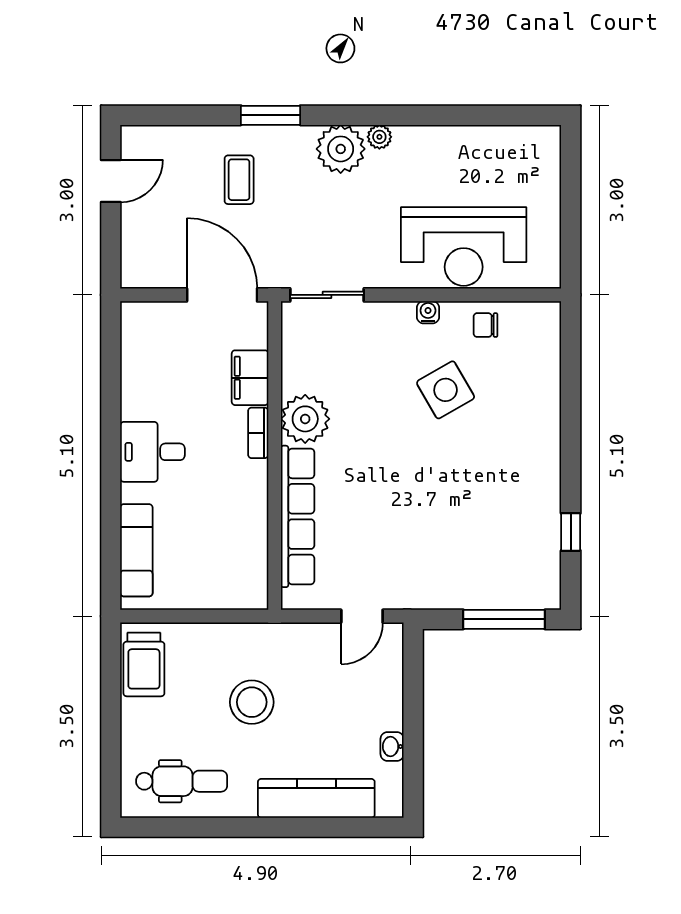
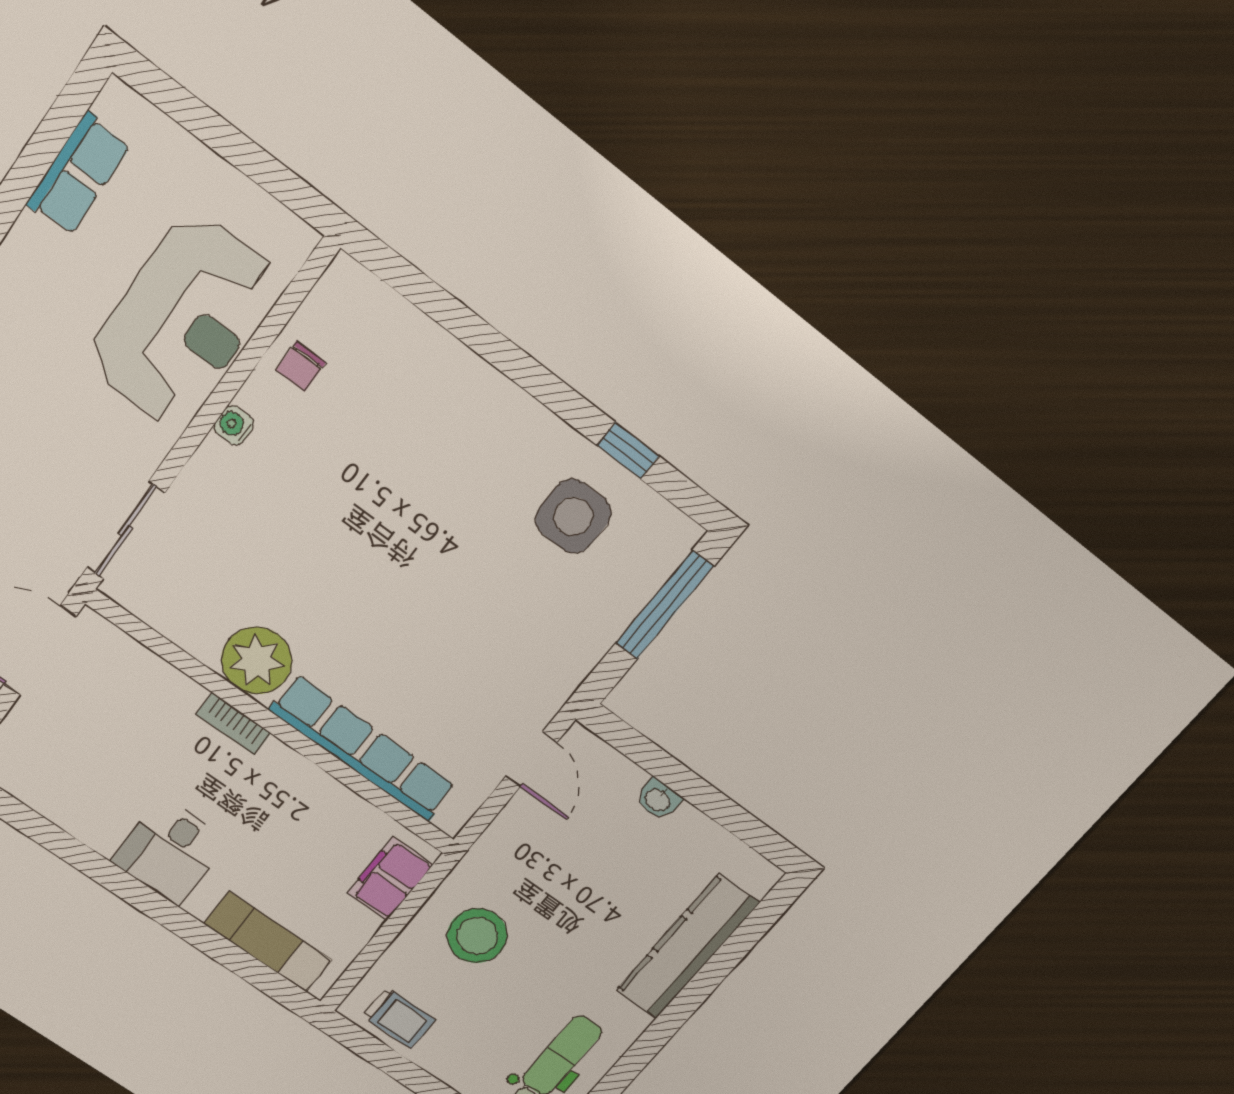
row of seats: (498, 142) -> (78, 174), added
filing cabinet: (250, 378) -> (390, 879), moved, turned 90
side table: (446, 390) -> (573, 516), moved, turned 30
trolley: (144, 665) -> (399, 1018), width x0.73, depth x0.72
stool: (252, 702) -> (477, 936), moved
washbasin: (392, 746) -> (658, 799), moved

